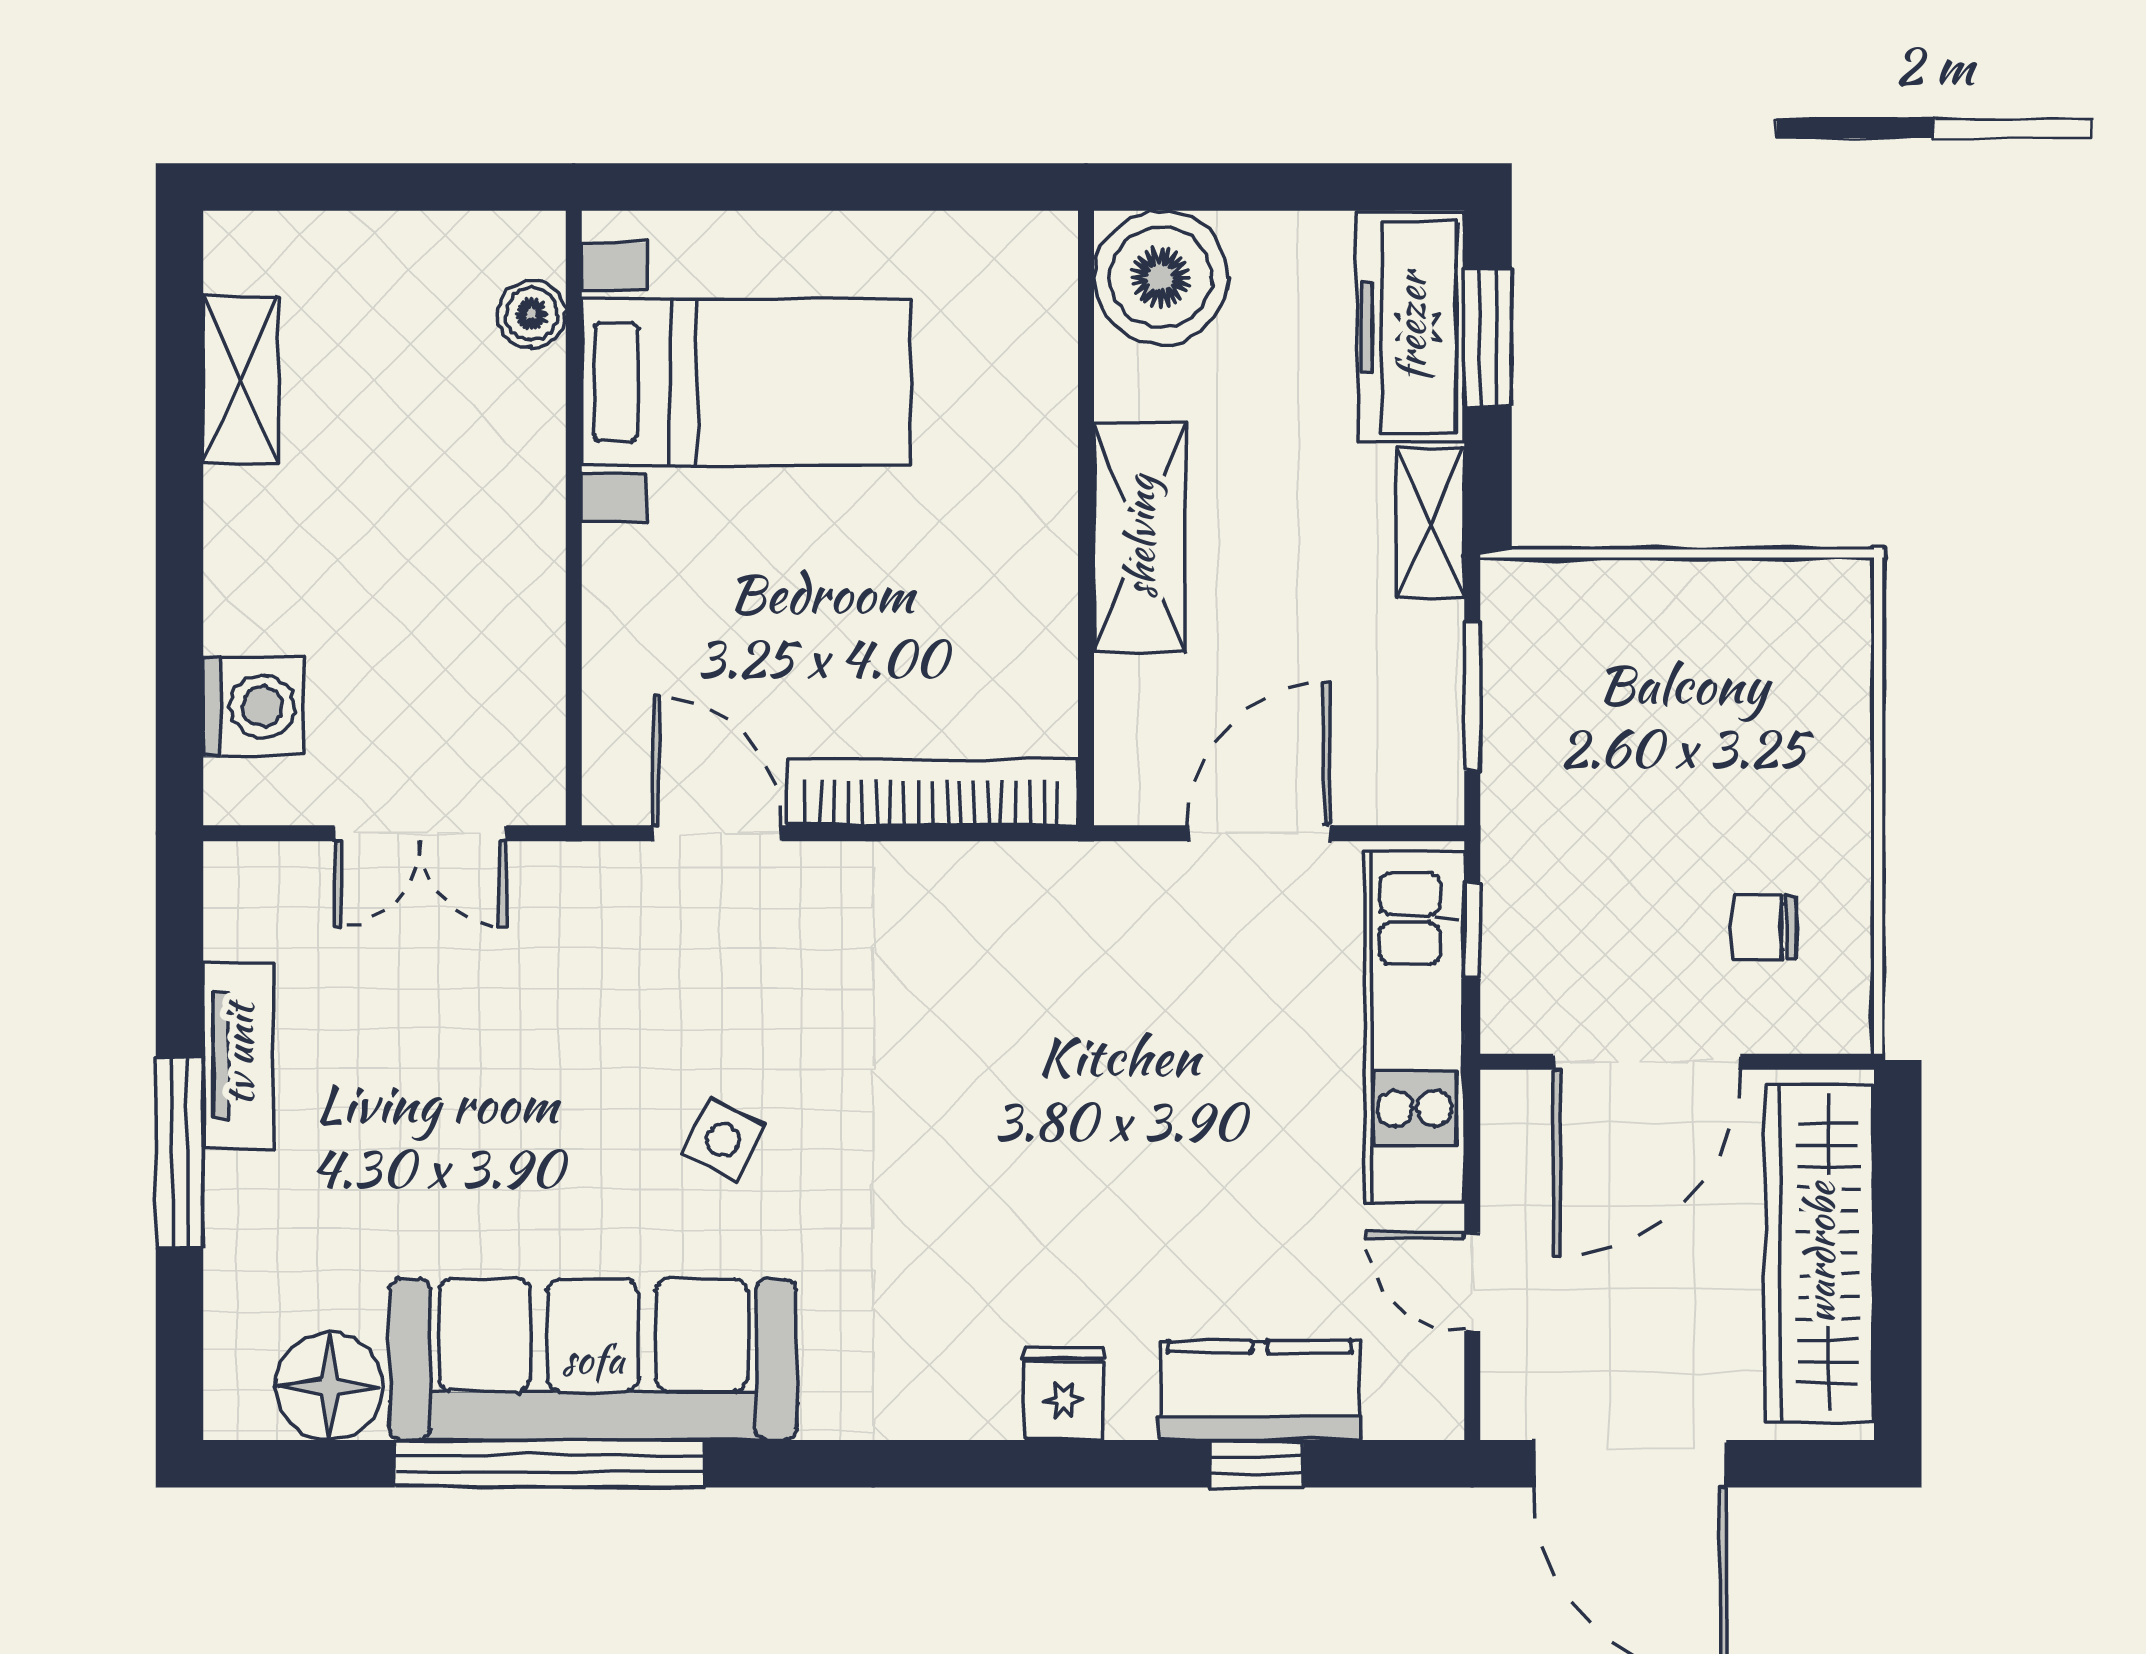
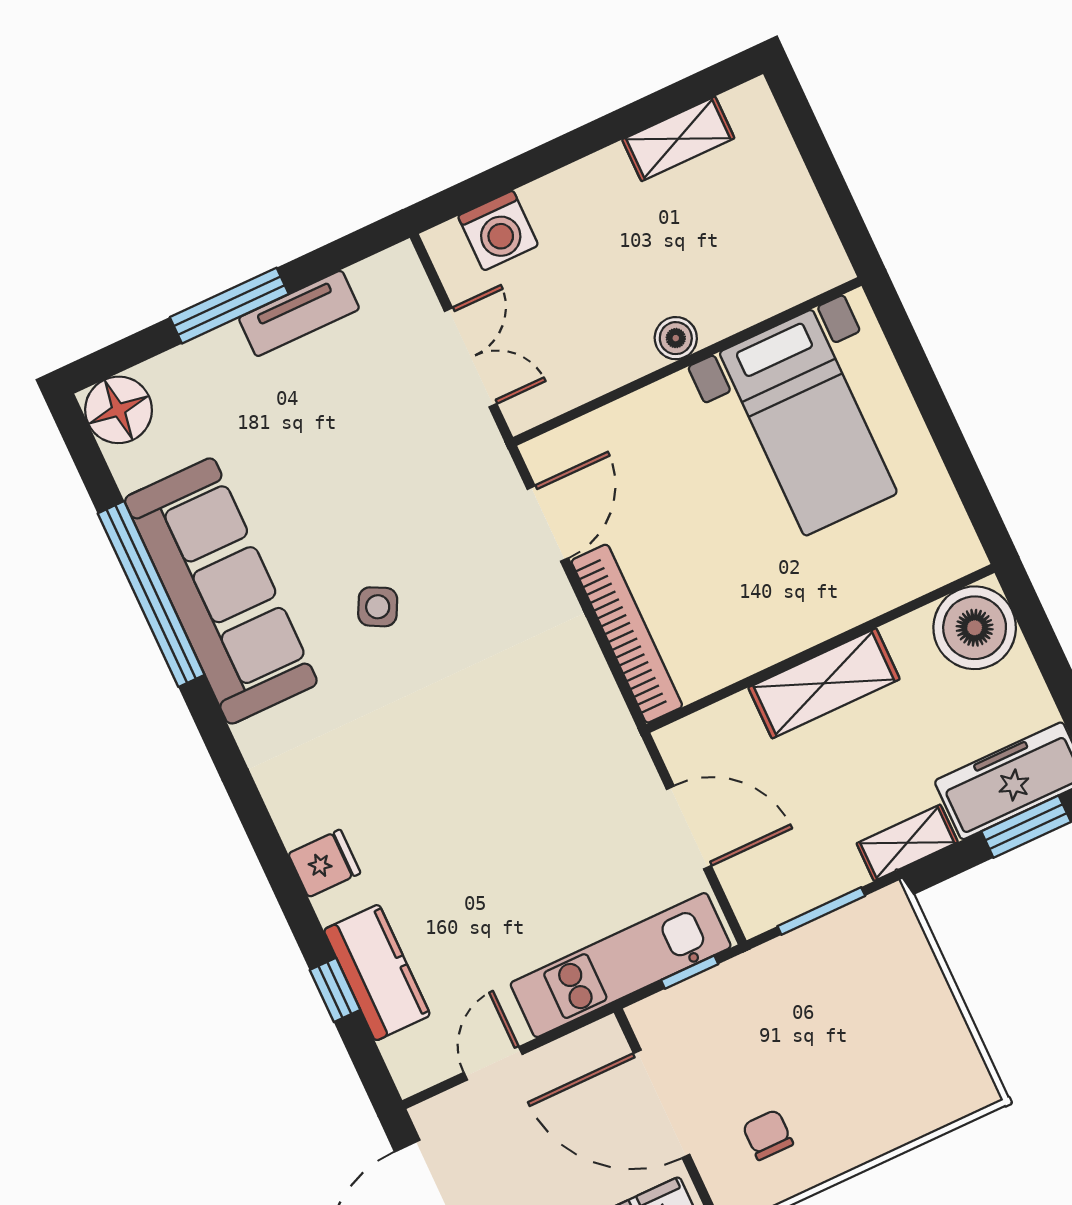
boiler: (532, 314) -> (676, 338), moved
double door: (420, 833) -> (471, 357), swing flipped
floor lamp: (329, 1386) -> (119, 410), moved

